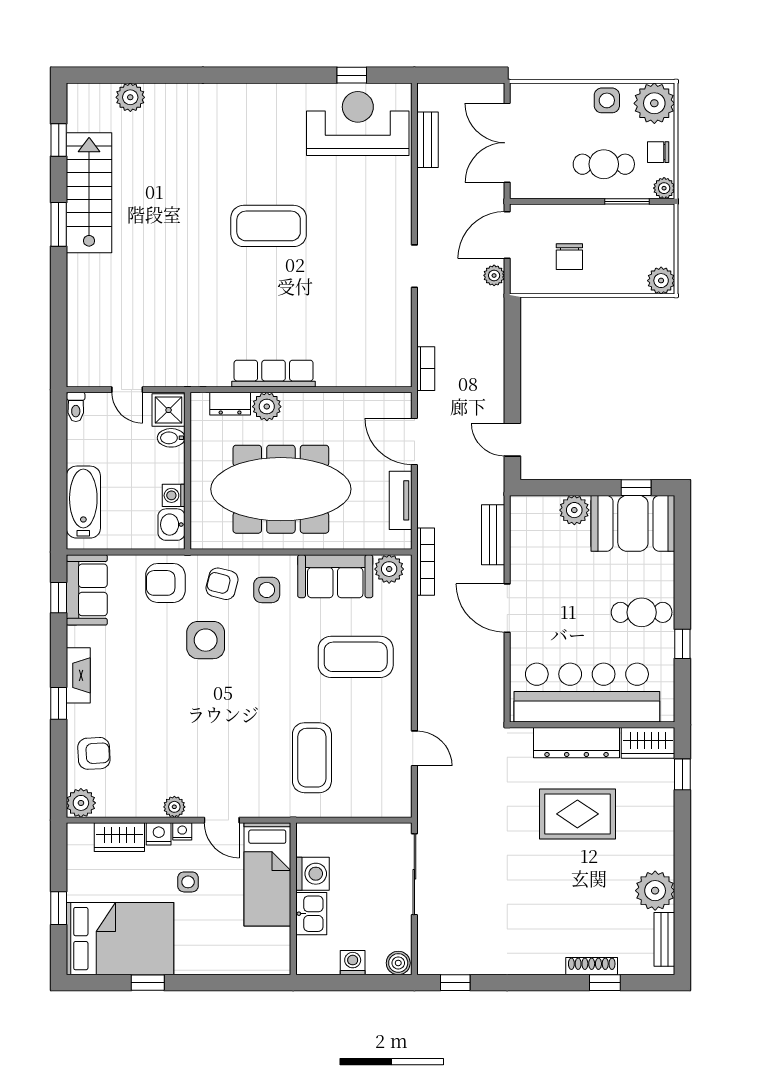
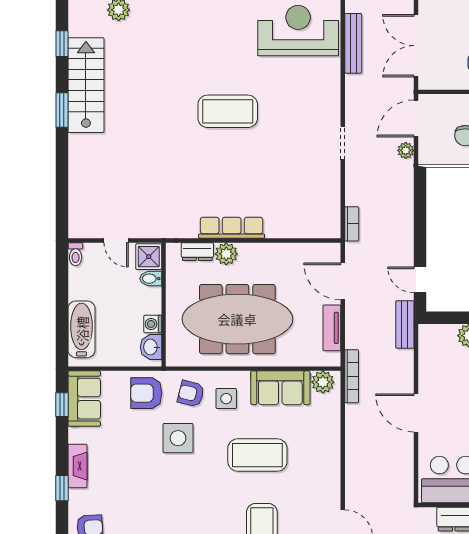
bench: (428, 140) -> (353, 43), width x1.36
bench: (493, 535) -> (405, 325), moved
coffee table: (356, 657) -> (257, 455), moved

